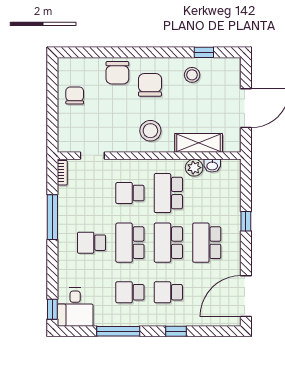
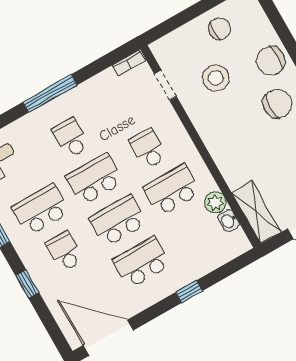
stool: (150, 131) -> (216, 78), moved
shelving: (199, 143) -> (256, 212), moved
window: (52, 217) -> (50, 94), moved
school desk: (130, 292) -> (41, 210), width x1.85

